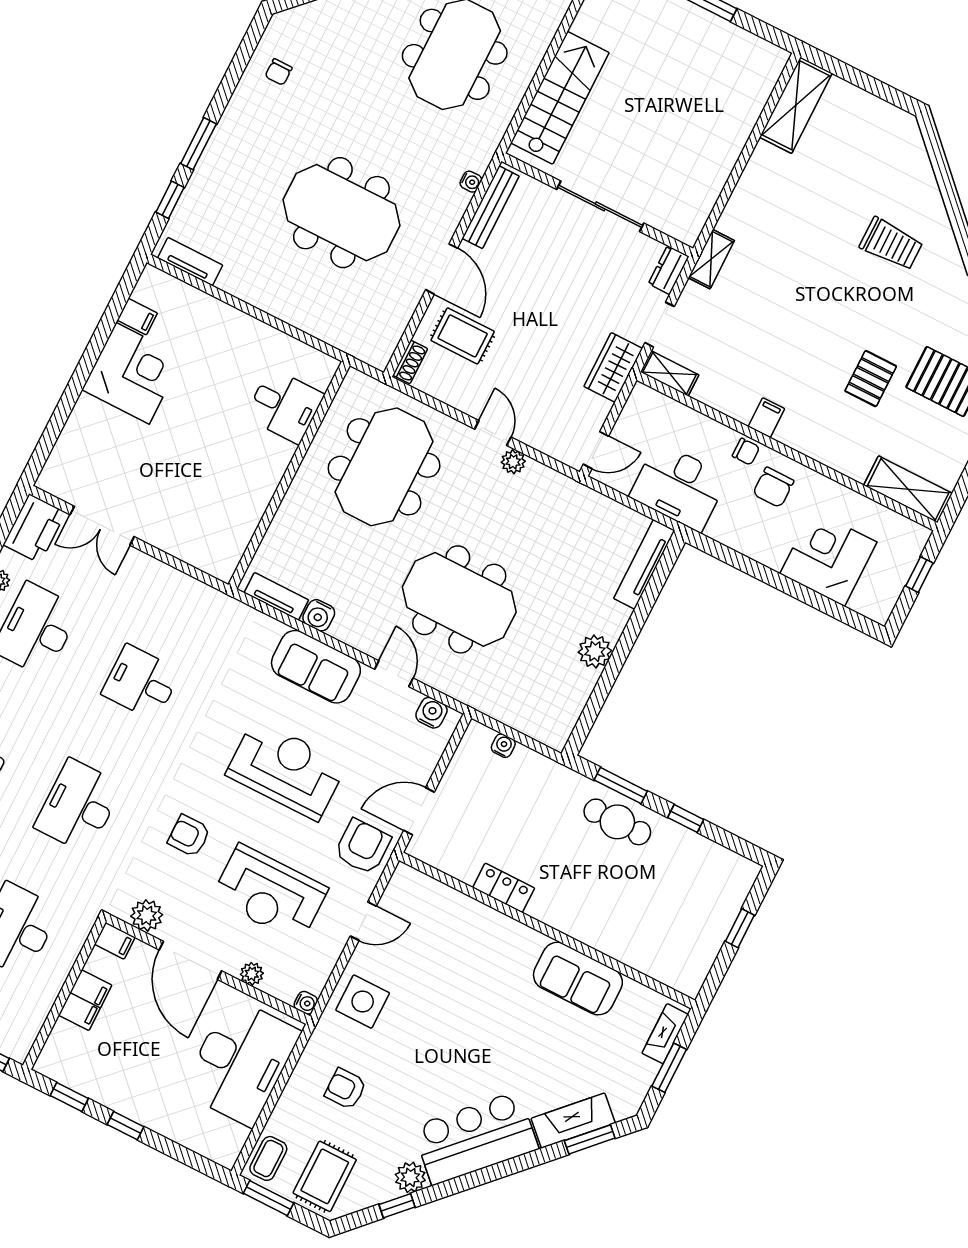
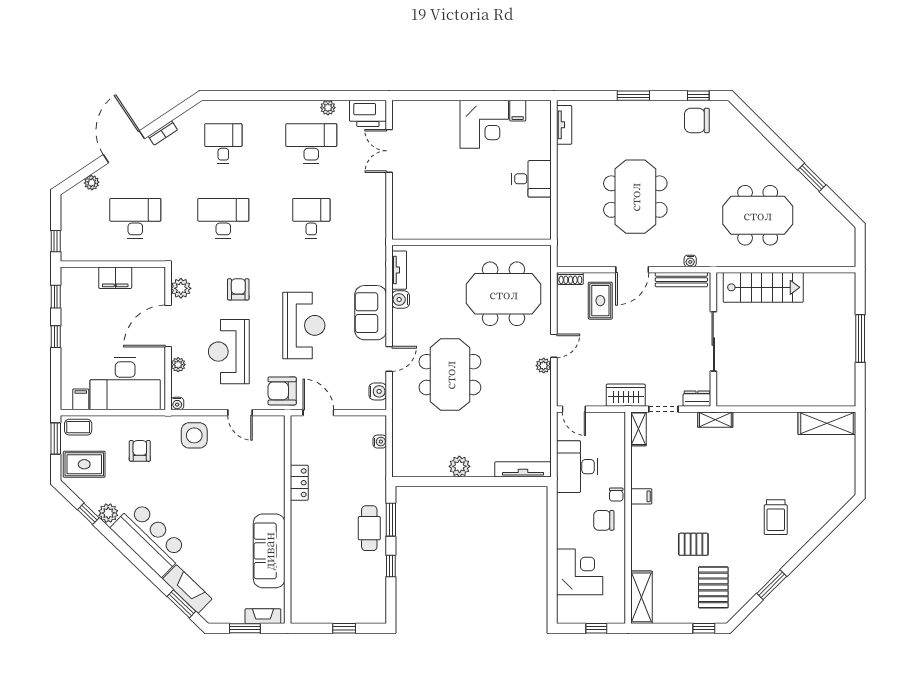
chair: (279, 72) -> (697, 120), width x1.87, depth x1.87
window: (170, 200) -> (698, 96), moved
desk: (285, 406) -> (531, 179), moved, turned -90
armchair: (363, 847) -> (282, 391), turned 180
filing cabinet: (115, 941) -> (81, 399), moved, turned 180
sofa: (578, 979) -> (269, 551), width x1.36

